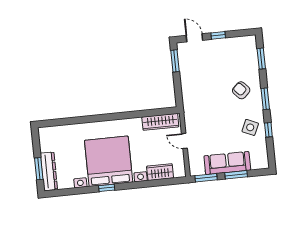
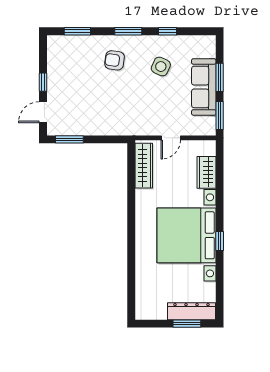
armchair: (241, 90) -> (115, 60), turned 51
side table: (250, 127) -> (161, 67), moved

